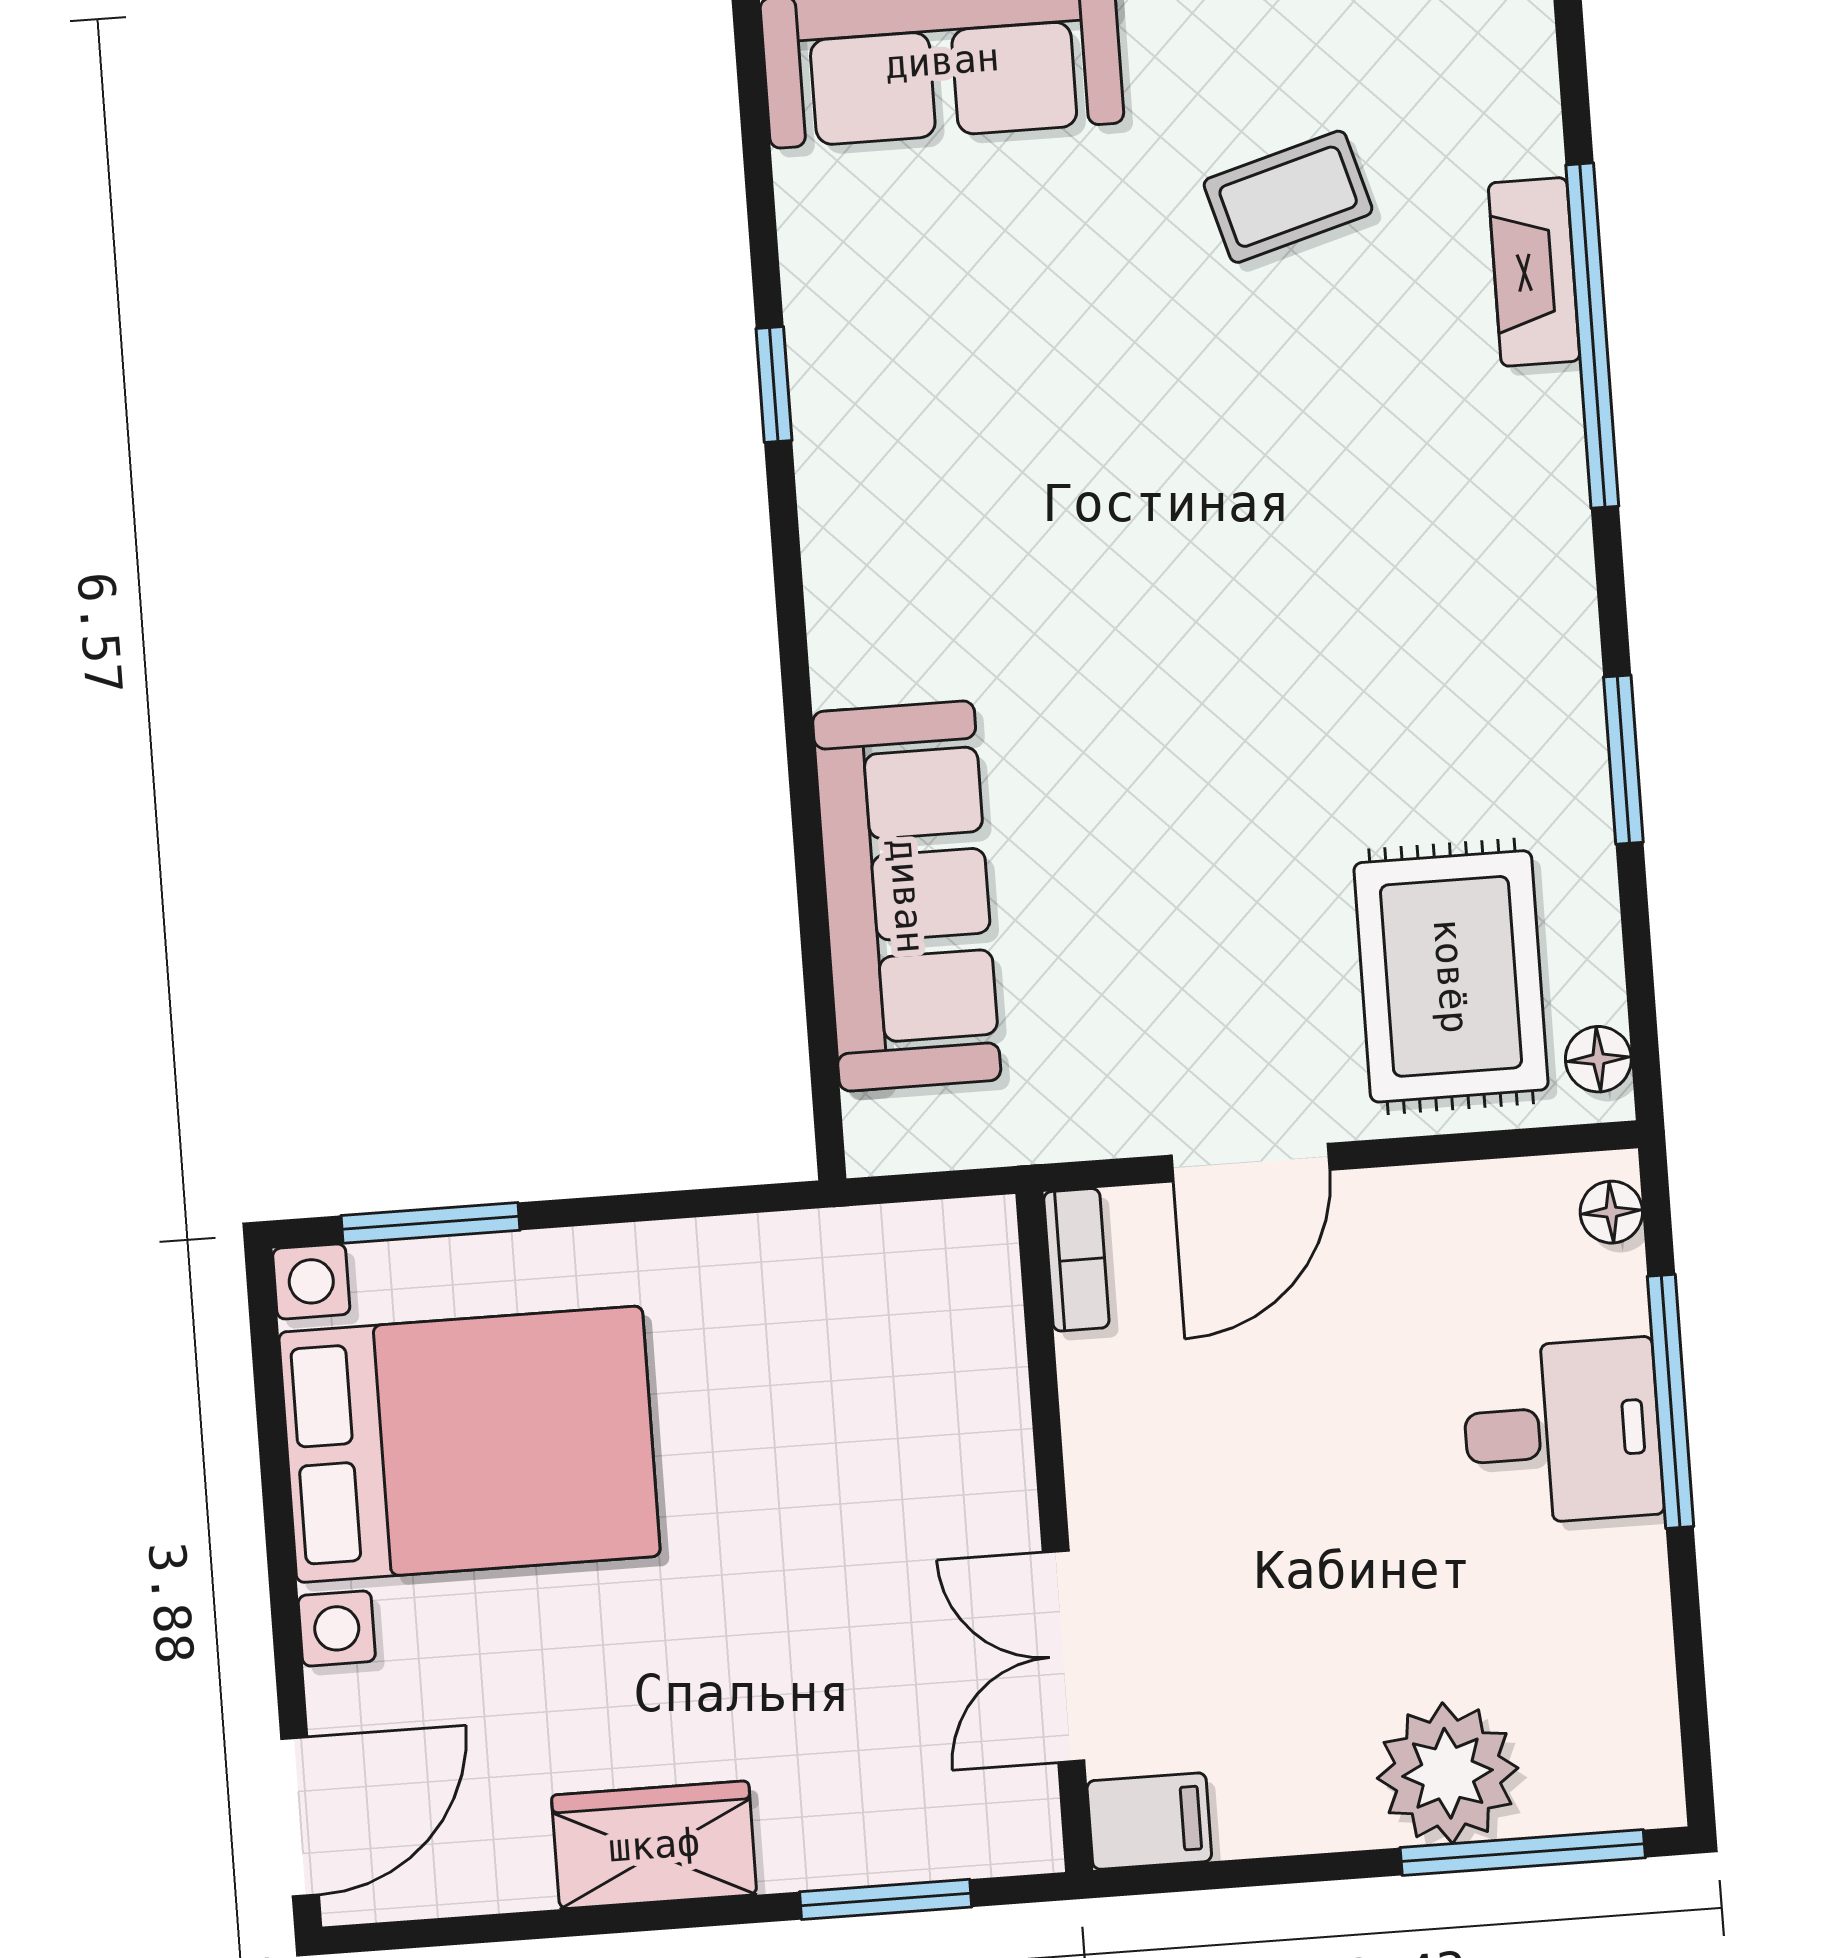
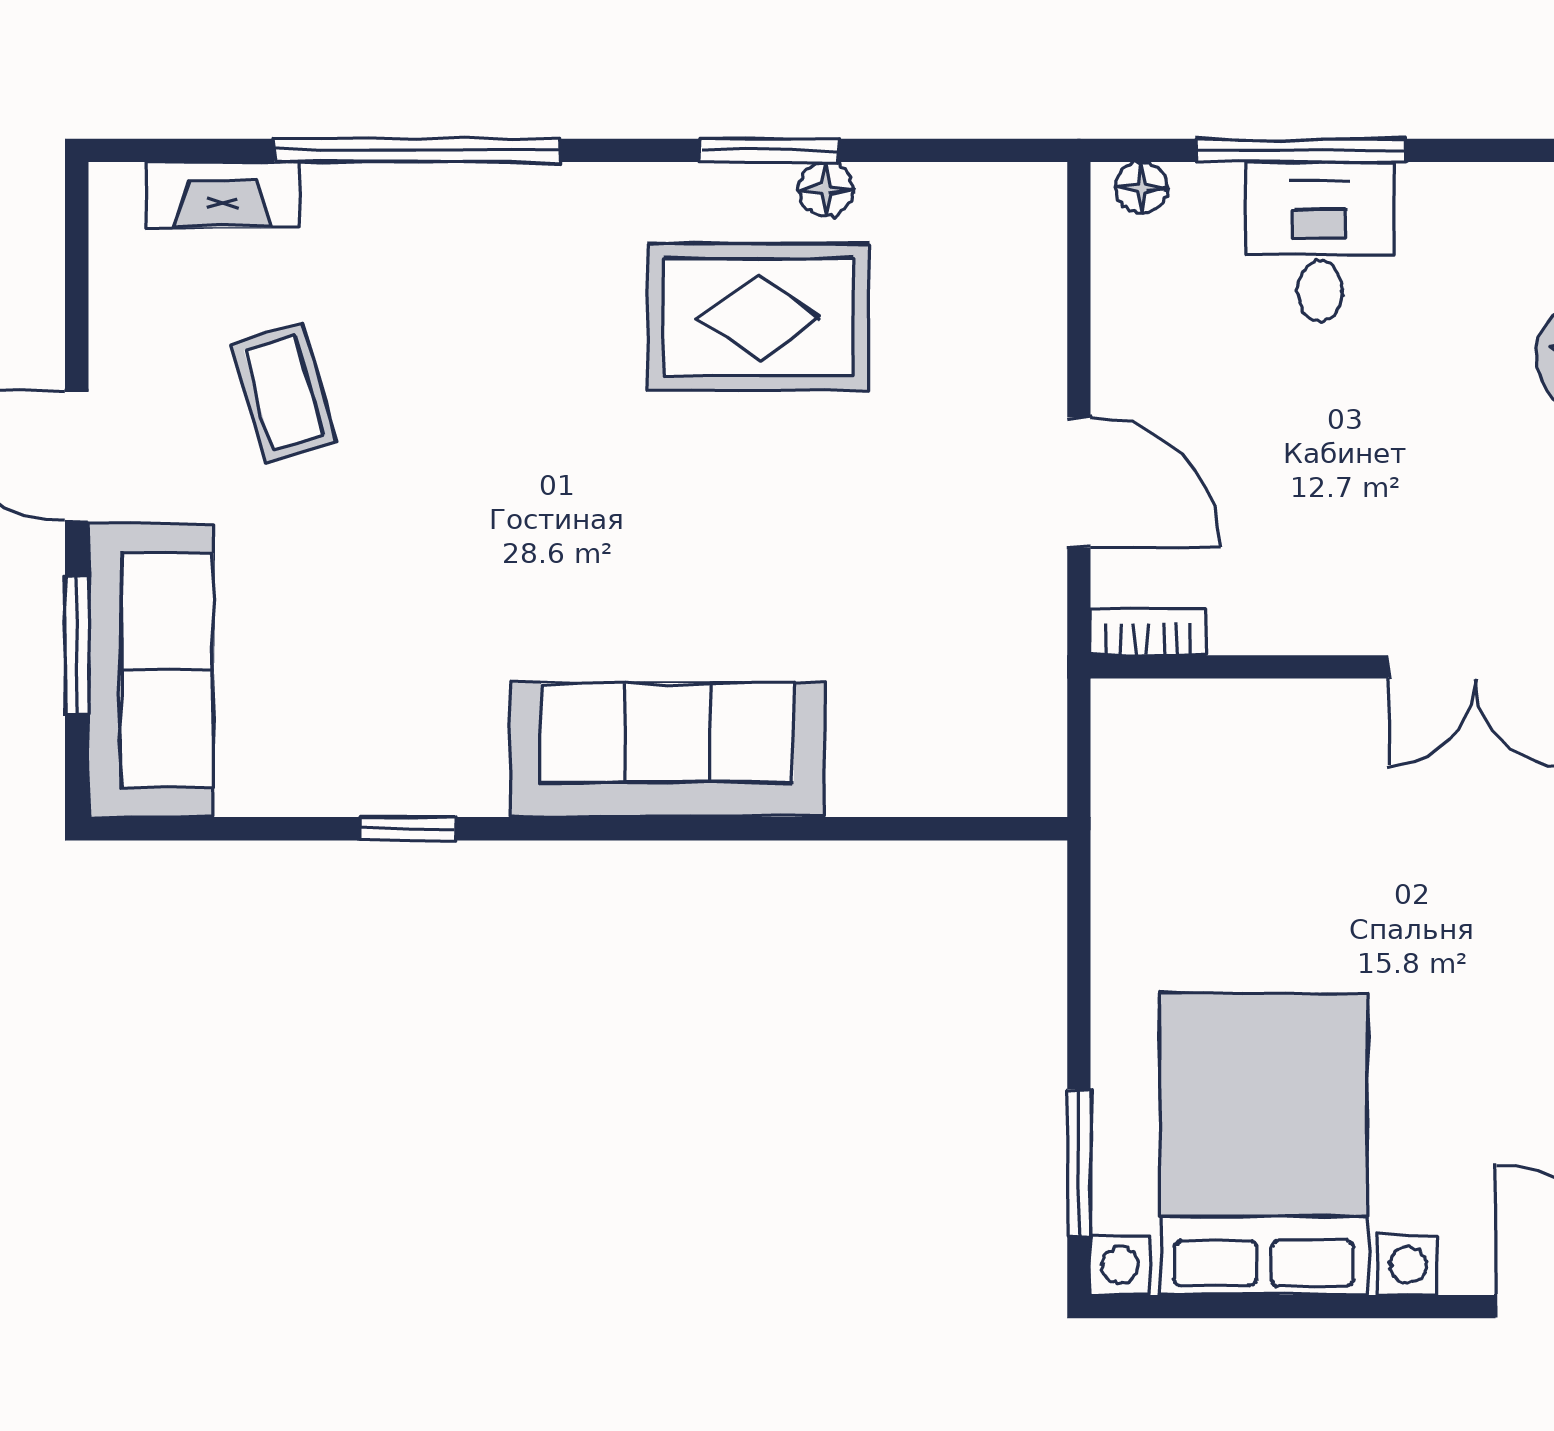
fireplace: (1534, 272) -> (222, 195), moved
sofa: (907, 896) -> (668, 750), moved
rug: (1451, 976) -> (759, 317), moved
floor lamp: (1598, 1059) -> (826, 189), moved

